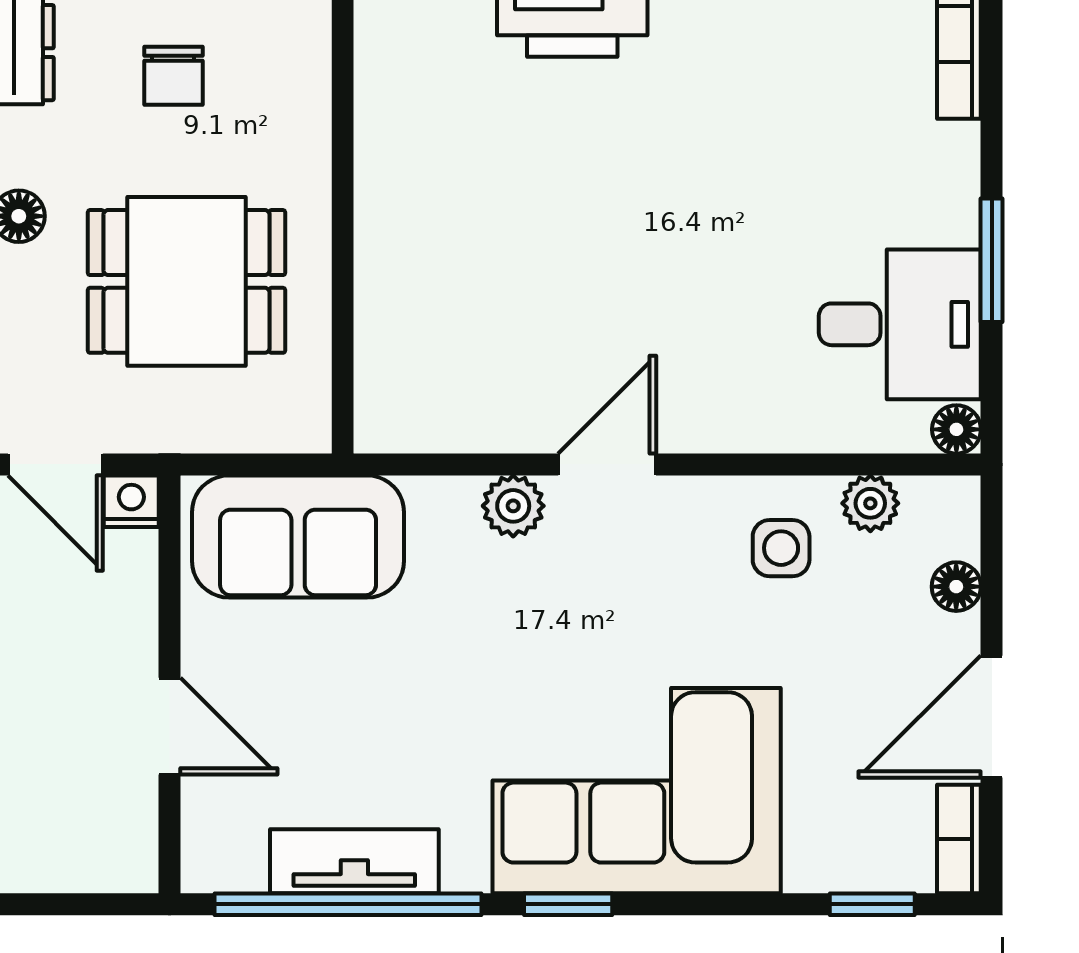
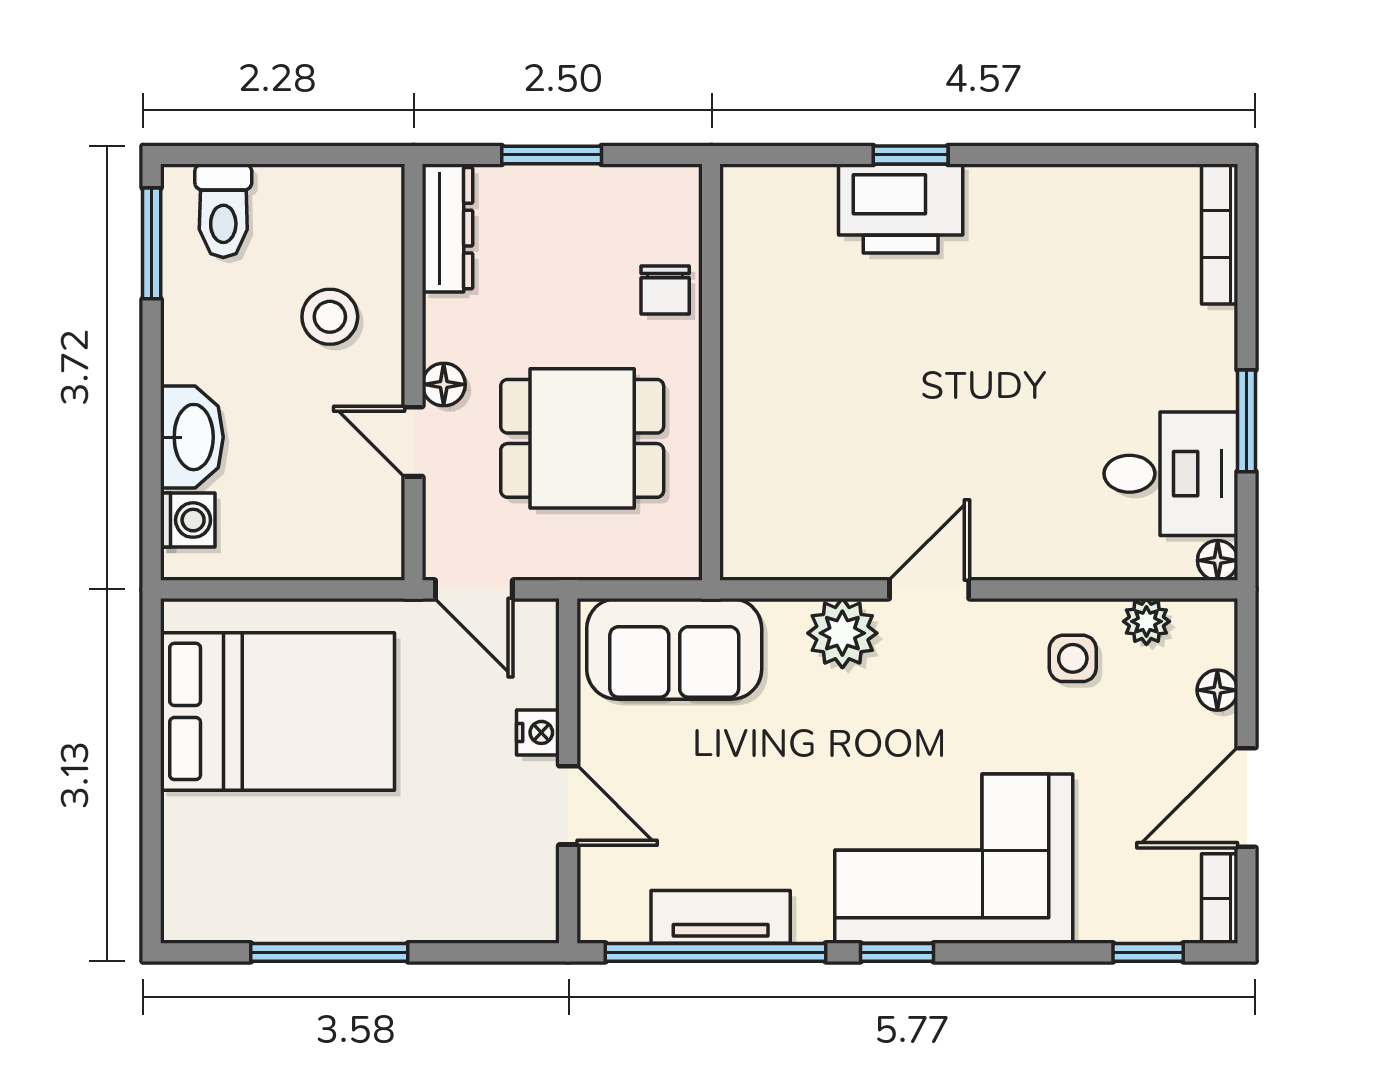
chair: (173, 76) -> (665, 290), moved
nightstand: (131, 501) -> (538, 732), moved, turned 90
plant: (513, 506) -> (842, 633), width x1.38, depth x1.38

